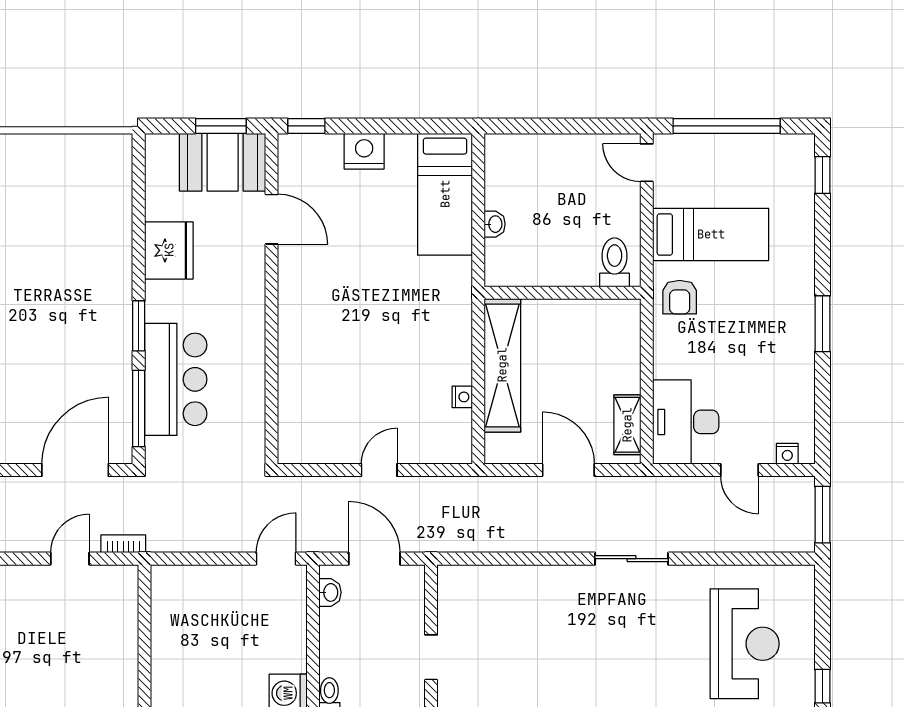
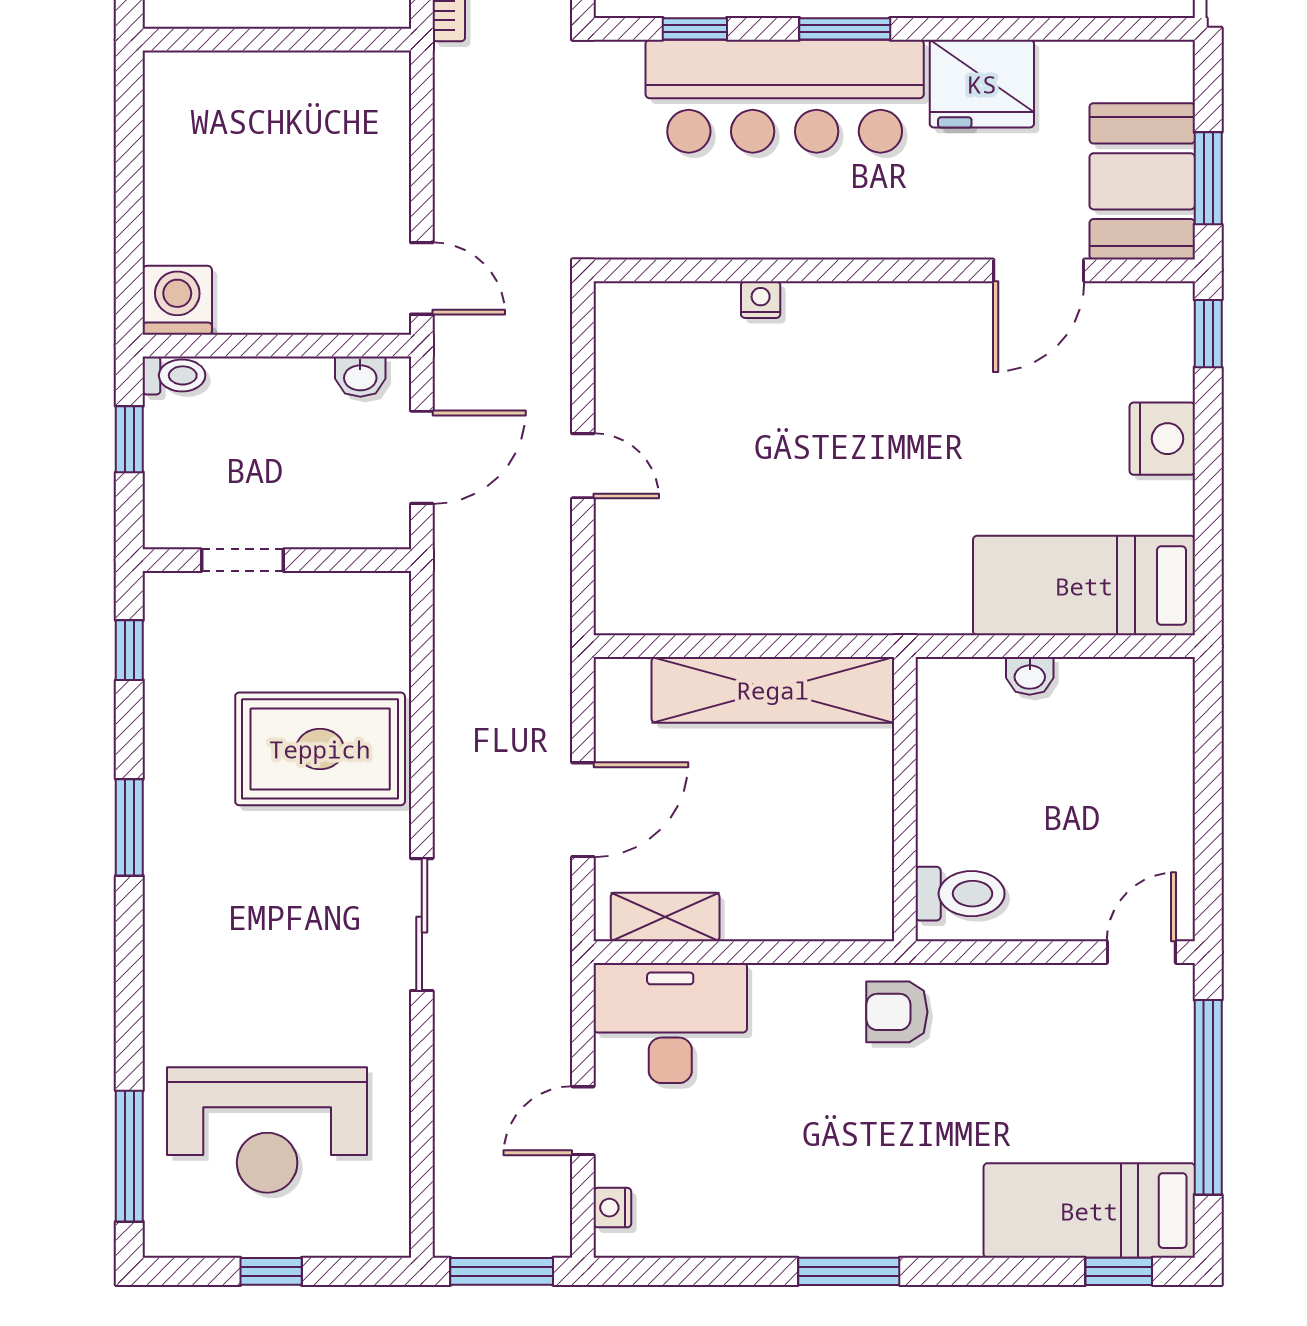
bed: (711, 234) -> (1089, 1211), moved, turned 90
bar counter: (176, 379) -> (785, 96), width x1.36
nightstand: (462, 397) -> (761, 300), moved, turned 180
window: (139, 408) -> (695, 29), width x0.46
rug: (535, 615) -> (320, 749), added
window: (822, 686) -> (271, 1271), moved

